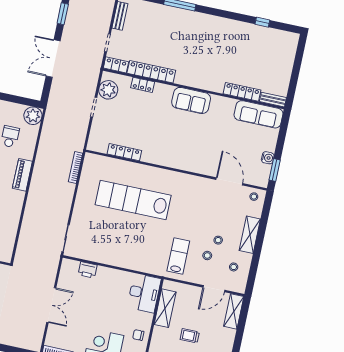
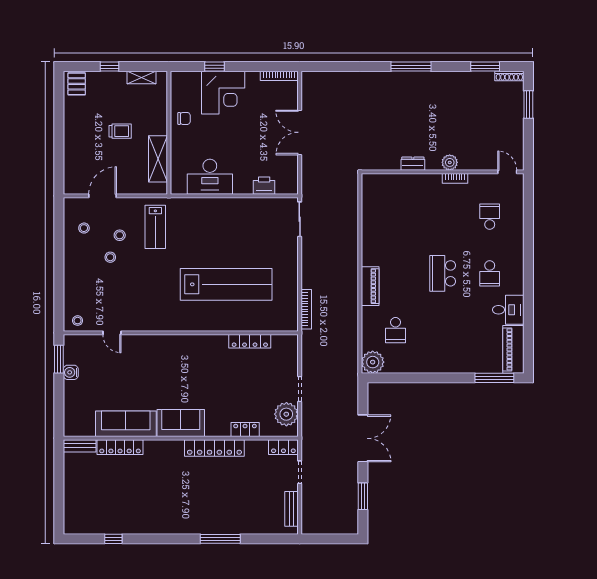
locker: (151, 72) -> (214, 448), moved
sofa: (258, 114) -> (126, 424), moved
door: (229, 181) -> (112, 333), width x0.53
shelving: (250, 235) -> (72, 272), removed
desk: (144, 293) -> (210, 177), moved, turned -90
shelving: (234, 311) -> (72, 173), removed

